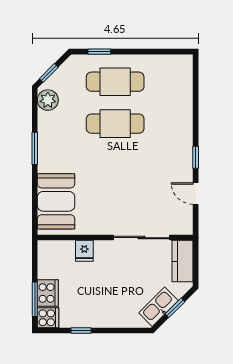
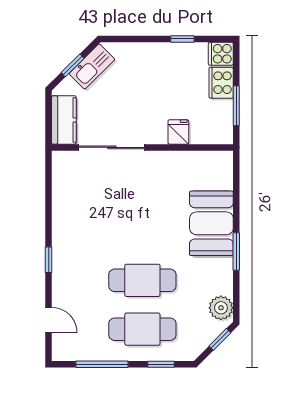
window: (150, 52) -> (102, 364), added
window: (196, 157) -> (49, 260), moved
door: (196, 193) -> (49, 320), moved
booth: (56, 201) -> (211, 223), moved
window: (35, 299) -> (236, 106), moved

